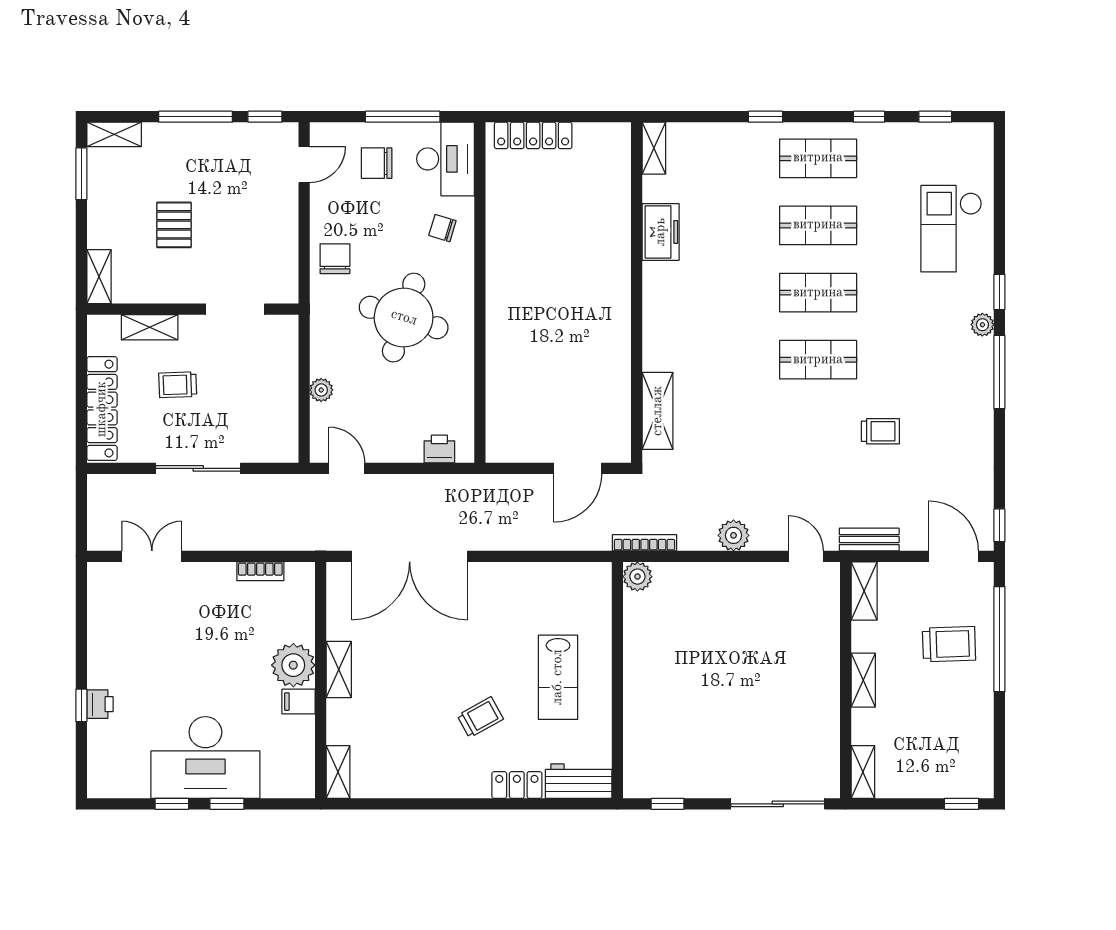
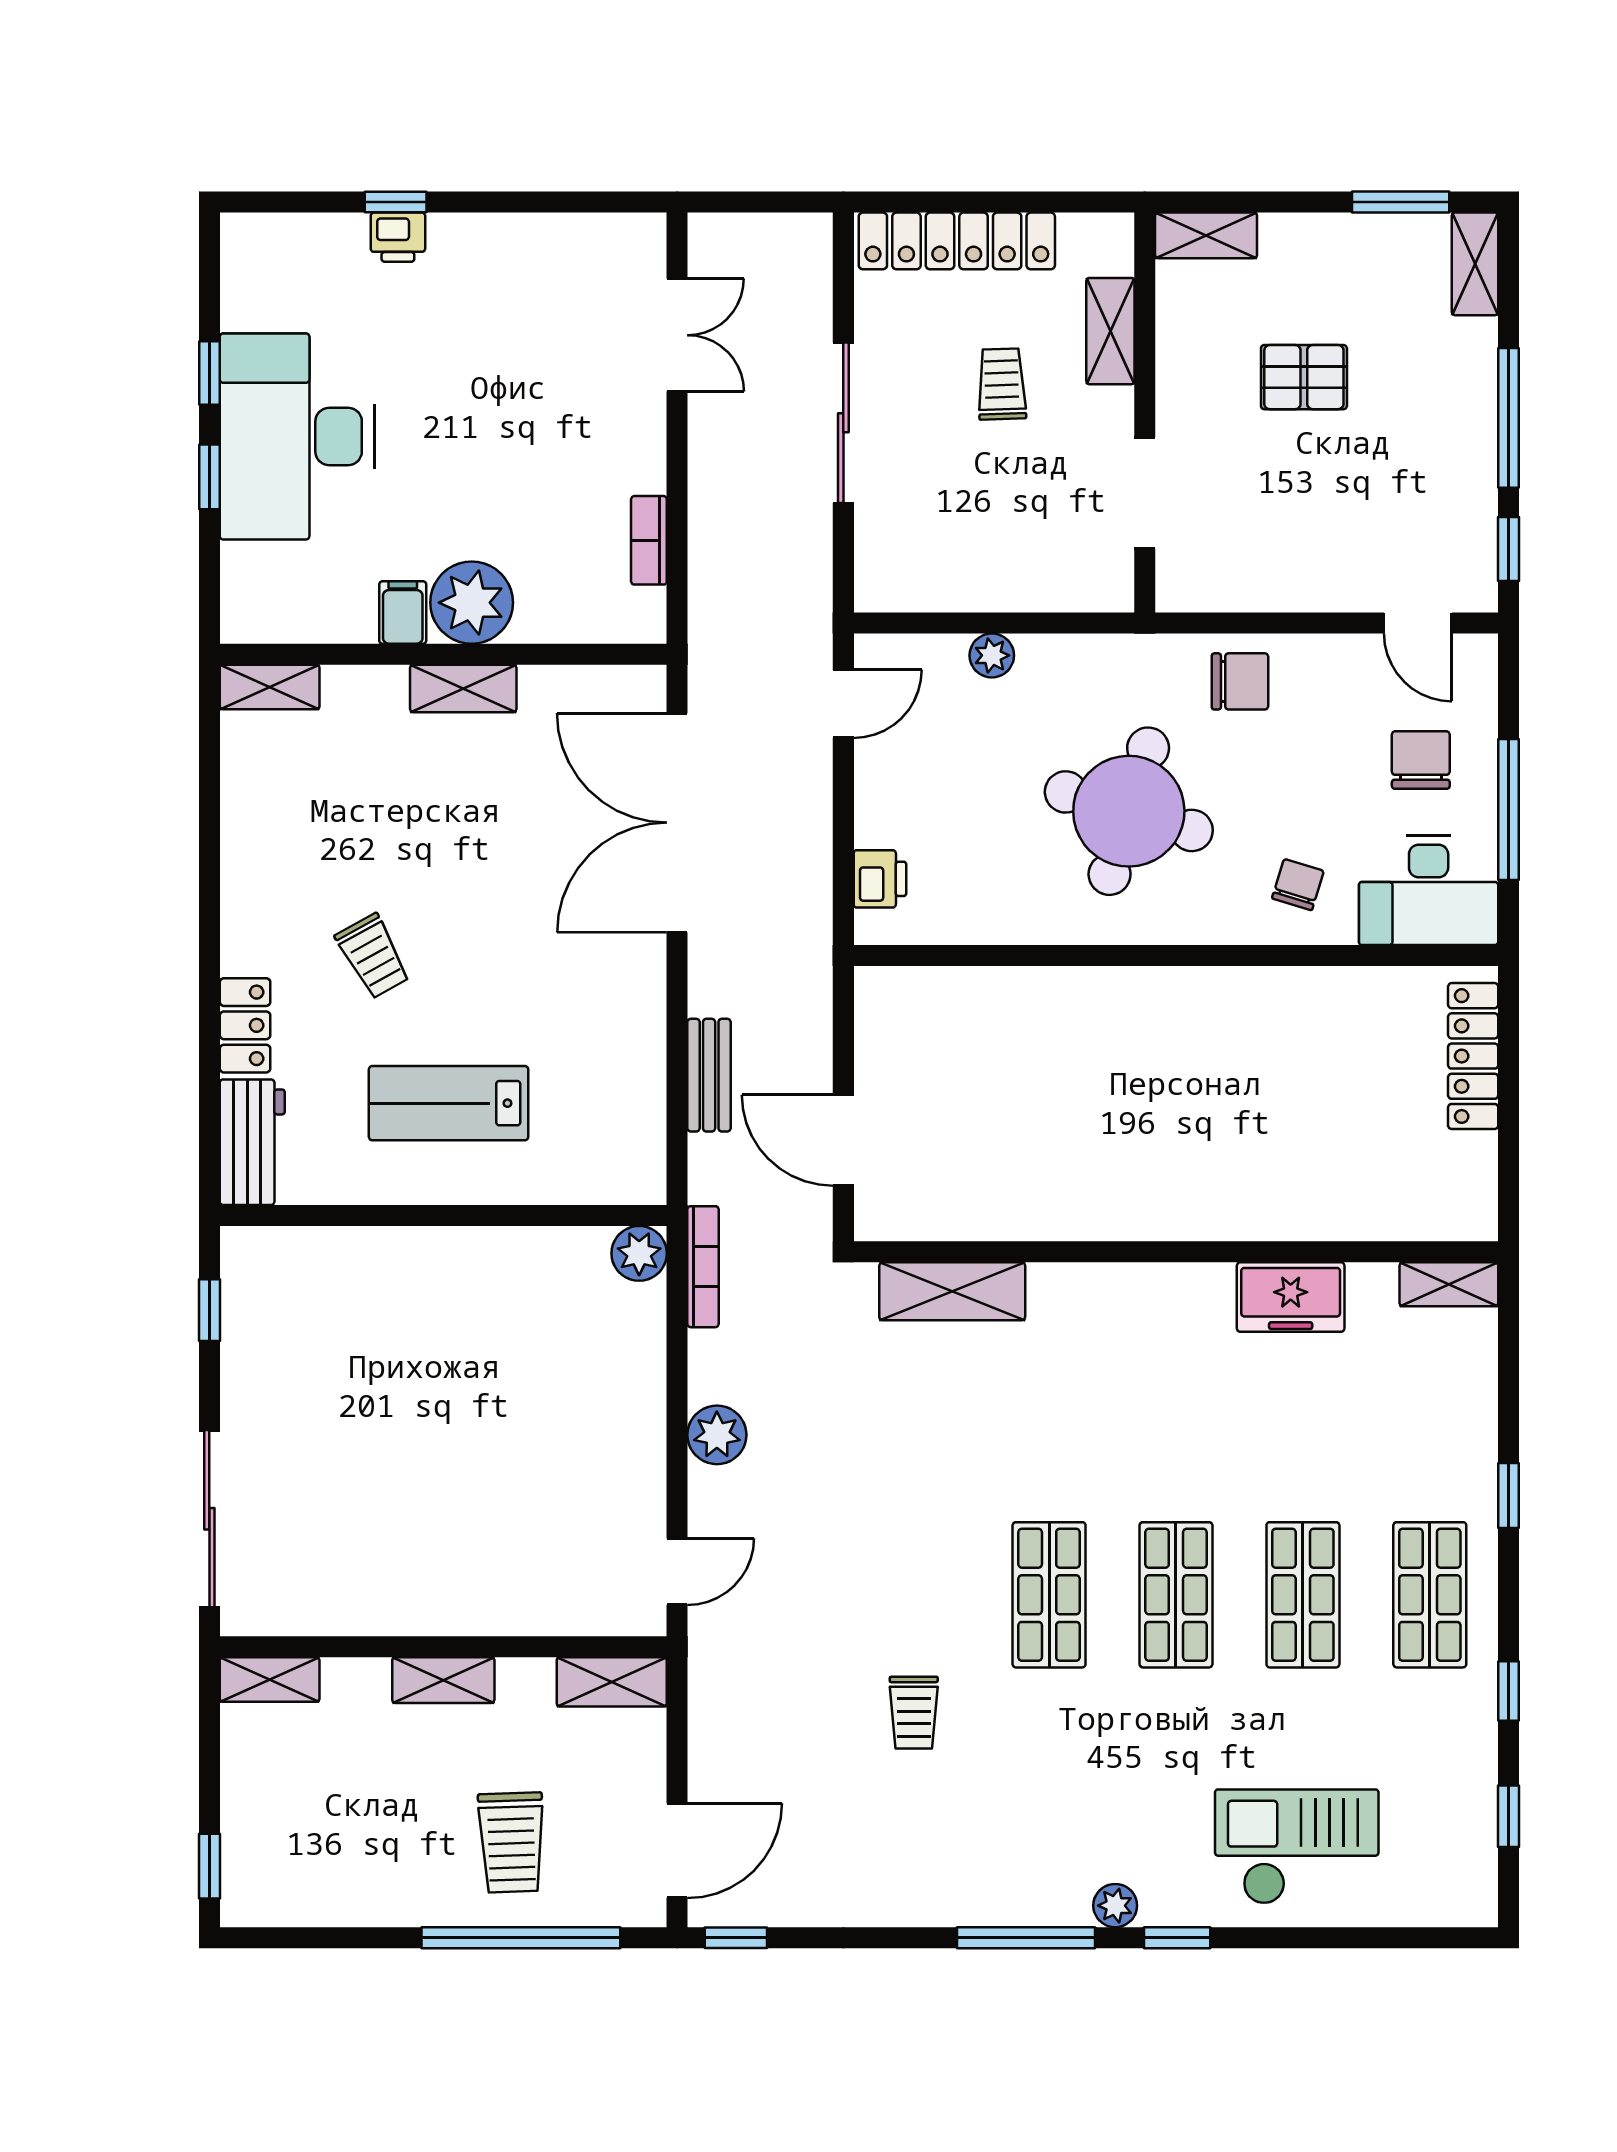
bench: (869, 540) -> (709, 1075), moved

